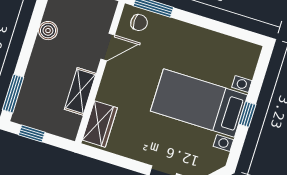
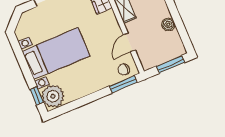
plant: (242, 59) -> (53, 96), added
window: (247, 114) -> (37, 96), moved

